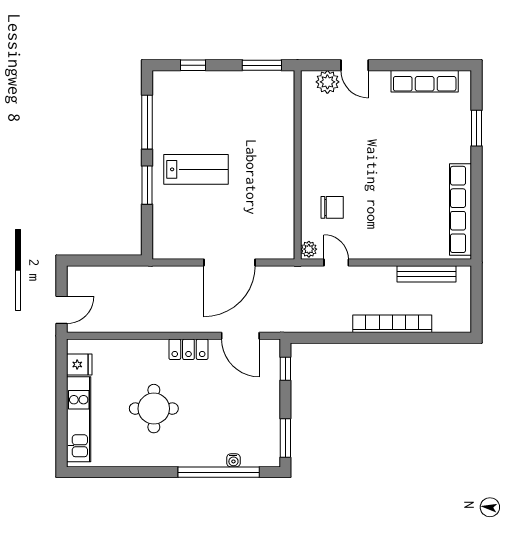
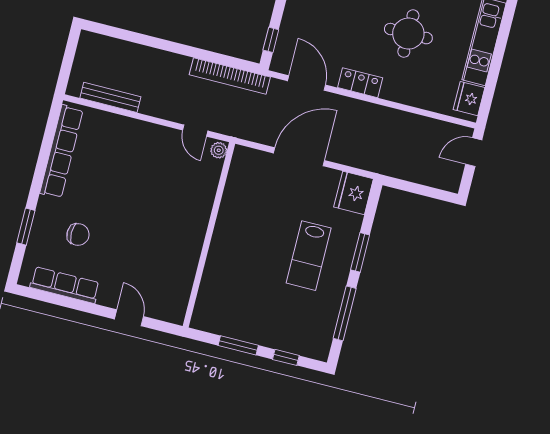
window: (262, 65) -> (238, 345), moved
plant: (327, 82) -> (159, 308), removed
lab bench: (196, 169) -> (309, 256), turned -90
chair: (332, 207) -> (78, 234), moved, turned 180
fridge: (168, 241) -> (354, 193), added
bookcase: (392, 324) -> (230, 76), moved
fridge: (79, 364) -> (469, 99), width x1.38

